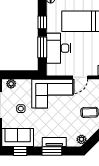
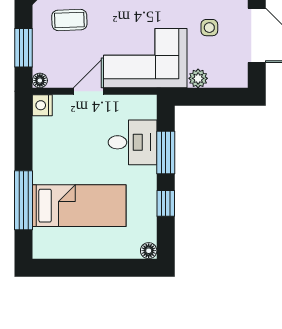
desk: (59, 48) -> (133, 142), width x0.73
plant: (11, 84) -> (198, 78), moved

